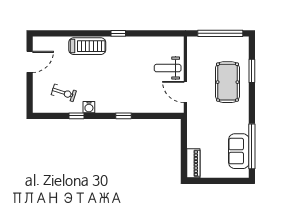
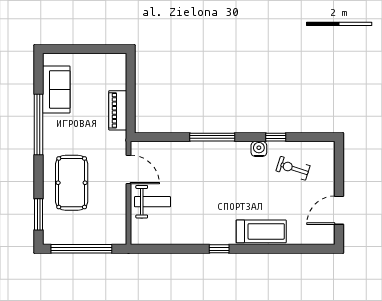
treadmill: (87, 46) -> (261, 231), turned 180
window: (252, 71) -> (38, 214), moved
window: (123, 116) -> (212, 137), width x2.17
window: (252, 146) -> (38, 124), moved
piano: (193, 163) -> (118, 110), moved

